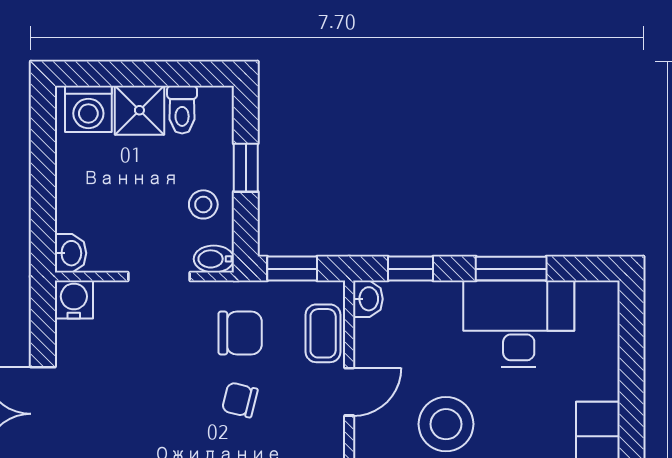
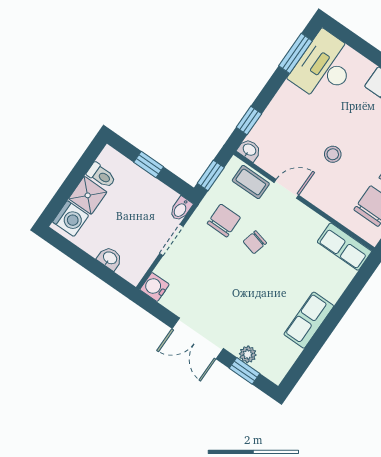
stool: (203, 204) -> (152, 196), removed
washbasin: (70, 253) -> (110, 258), moved
window: (511, 269) -> (296, 53), moved
desk: (519, 324) -> (324, 67), moved
door: (349, 392) -> (286, 189), hinge flipped
stool: (446, 424) -> (333, 154), width x0.53, depth x0.53

